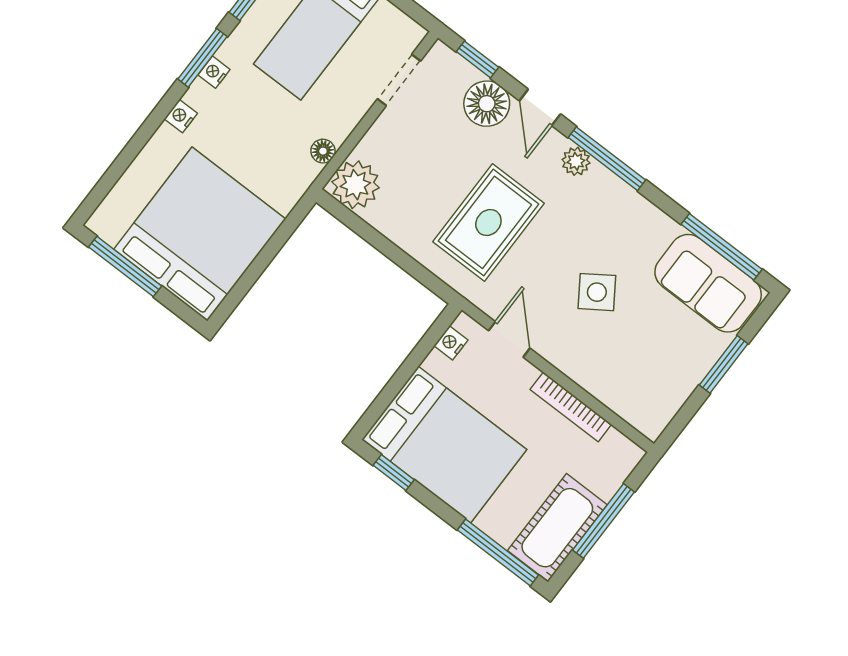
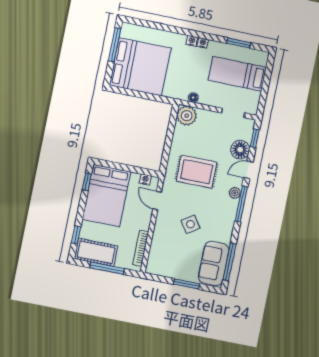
window: (203, 58) -> (206, 36), removed
nightstand: (181, 116) -> (192, 41), moved
door: (509, 339) -> (157, 200), swing flipped
bookcase: (571, 407) -> (141, 248), moved
window: (498, 553) -> (76, 235), width x0.46

